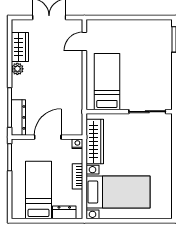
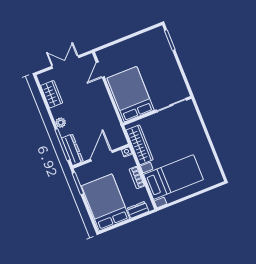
plant: (17, 69) -> (61, 123), moved
bed: (107, 82) -> (131, 94), width x1.50
bed: (38, 190) -> (106, 202), width x1.50

